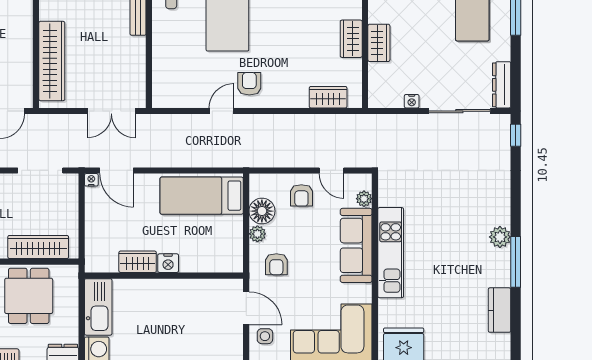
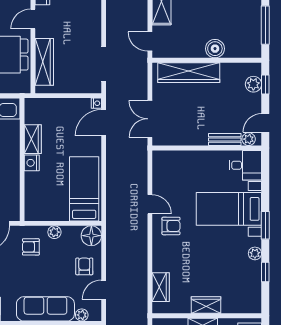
boiler: (21, 27) -> (215, 49), added
armchair: (301, 195) -> (84, 266), turned 90
floor lamp: (262, 211) -> (91, 236), moved

